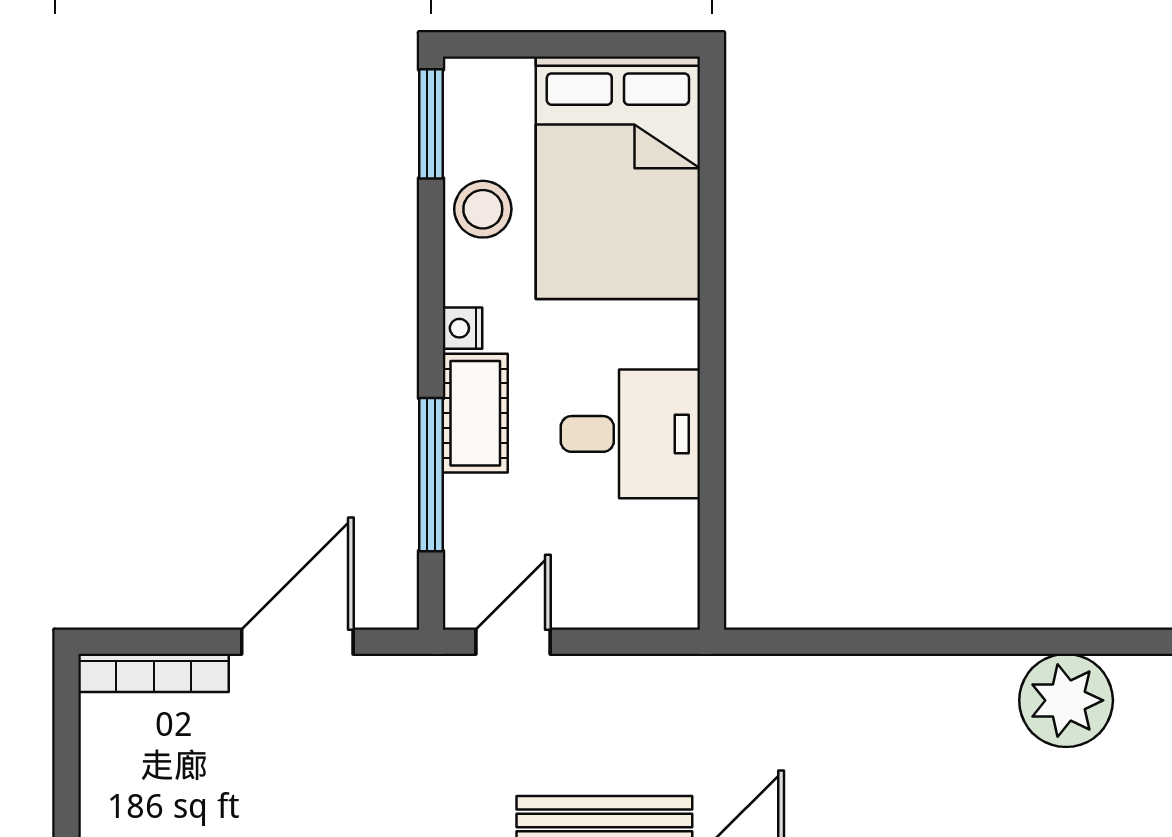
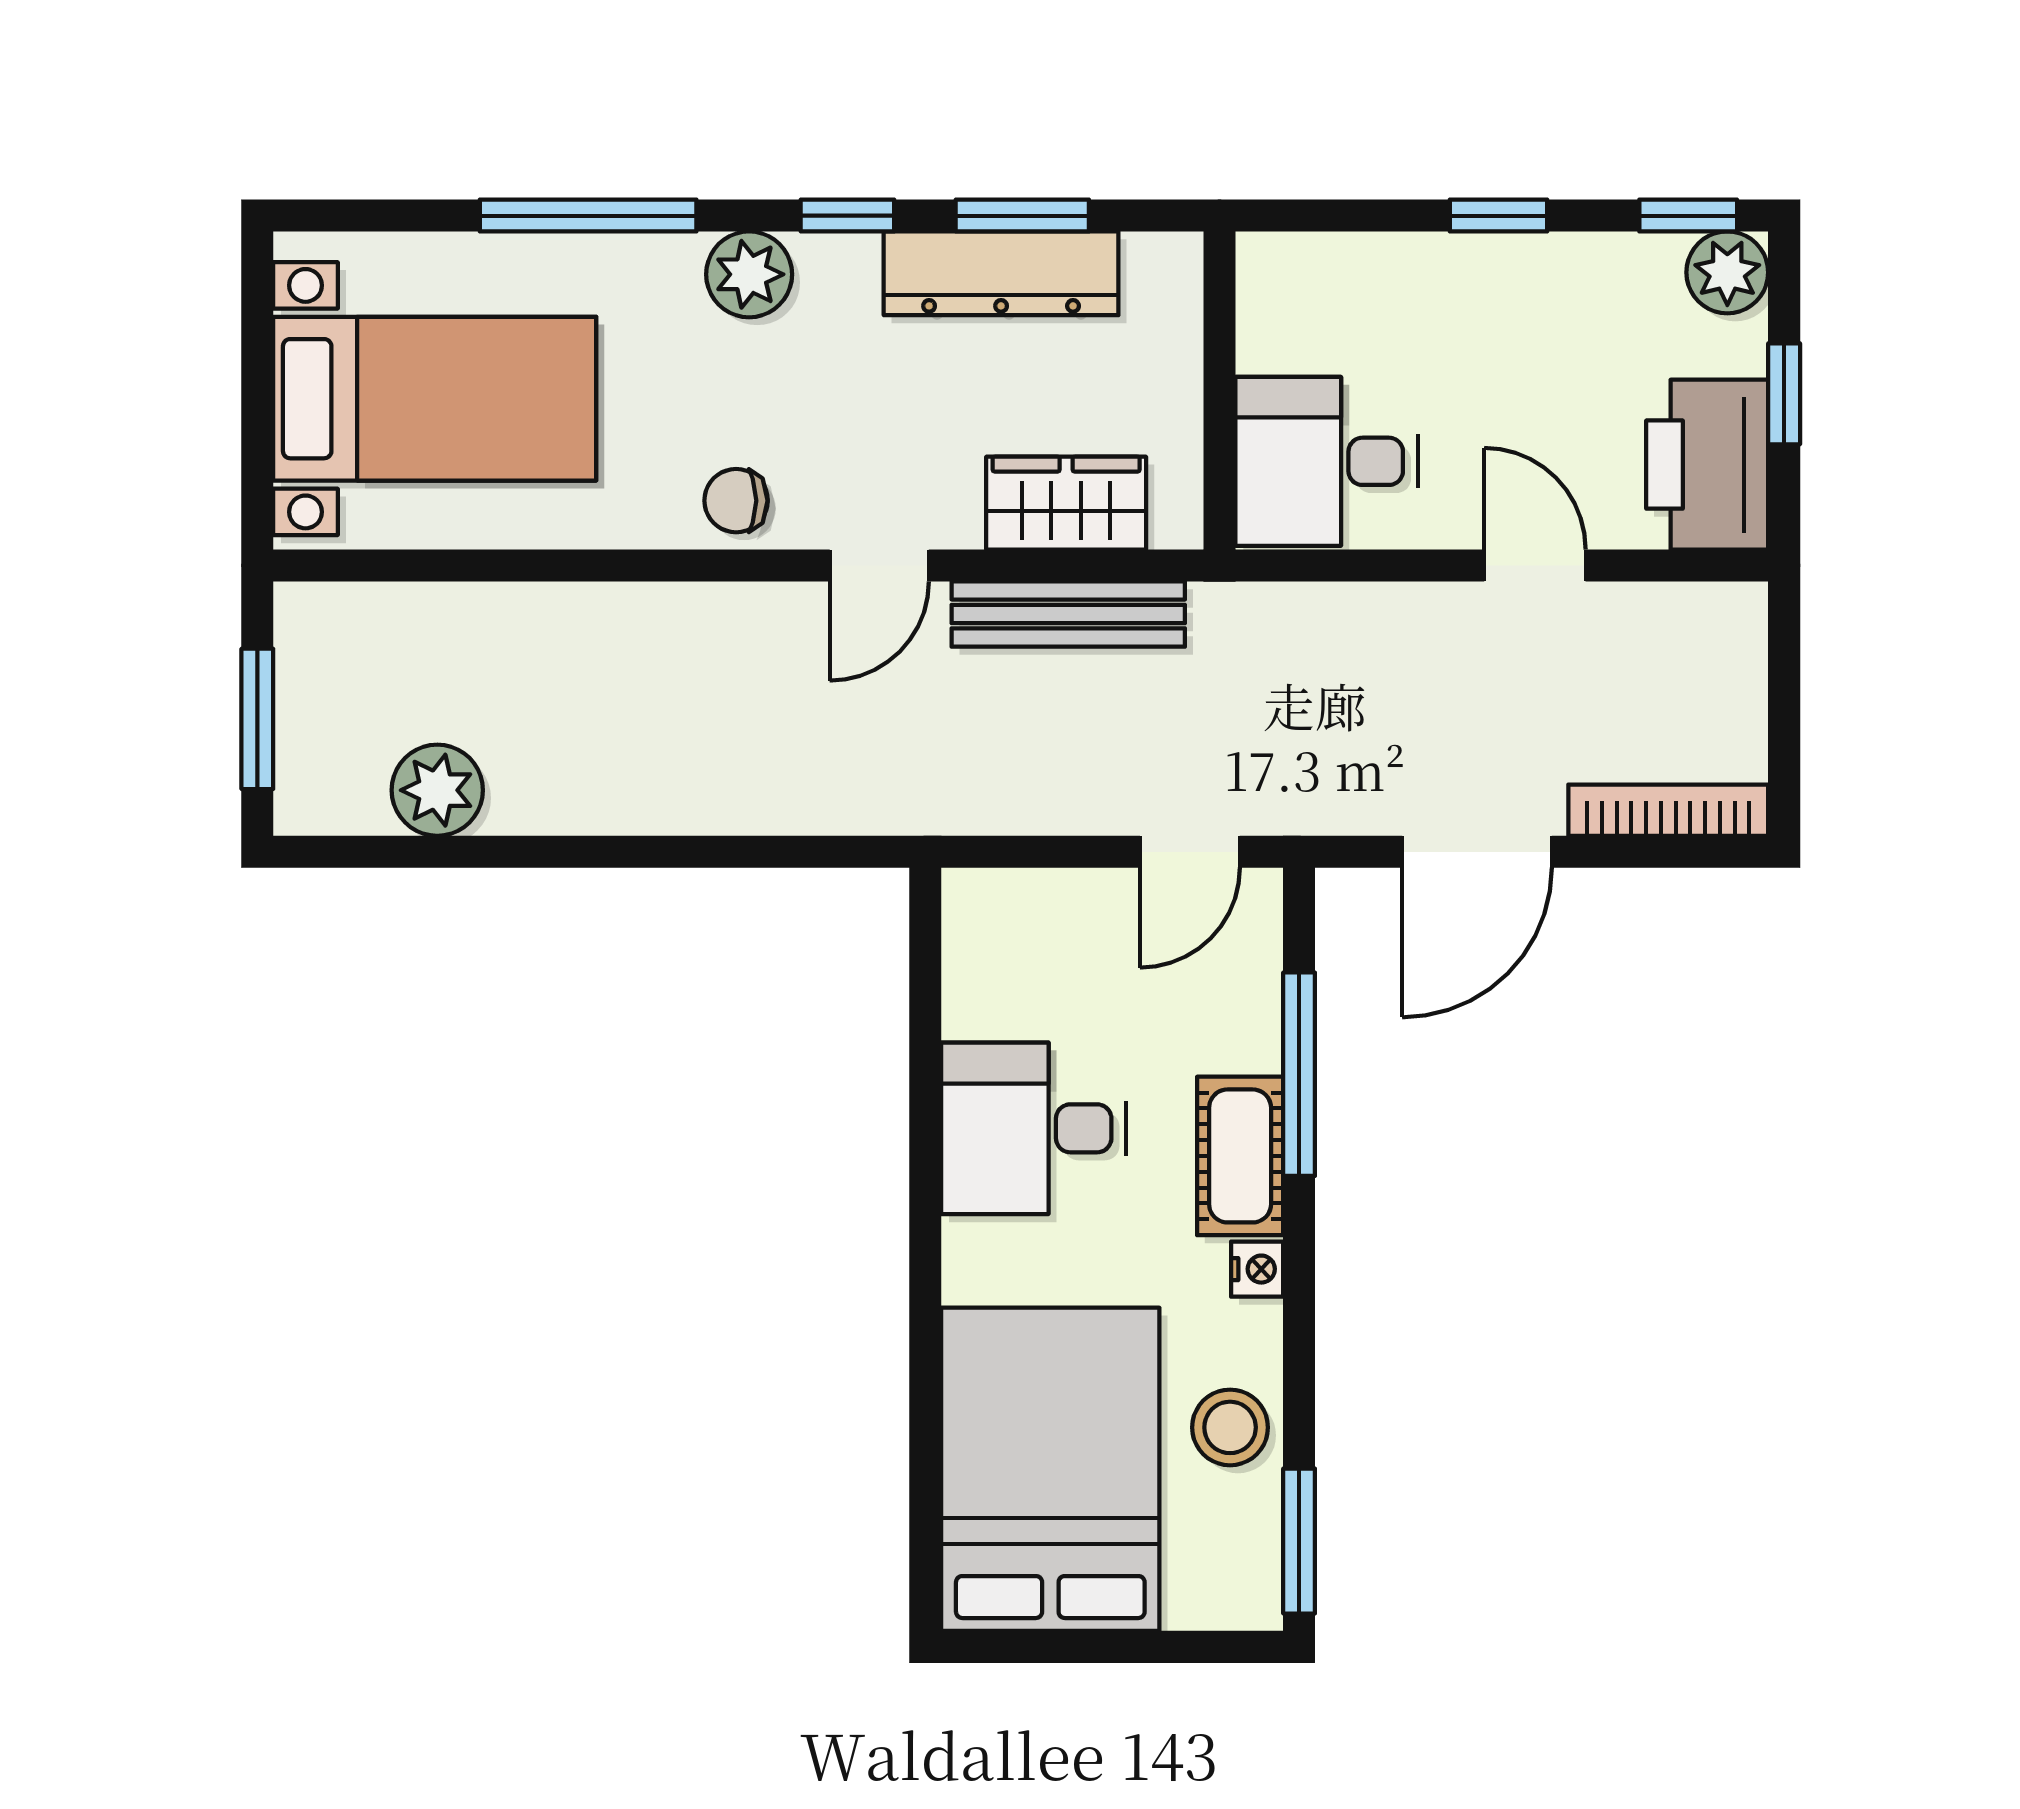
plant: (1066, 700) -> (437, 790), width x0.73, depth x0.73

